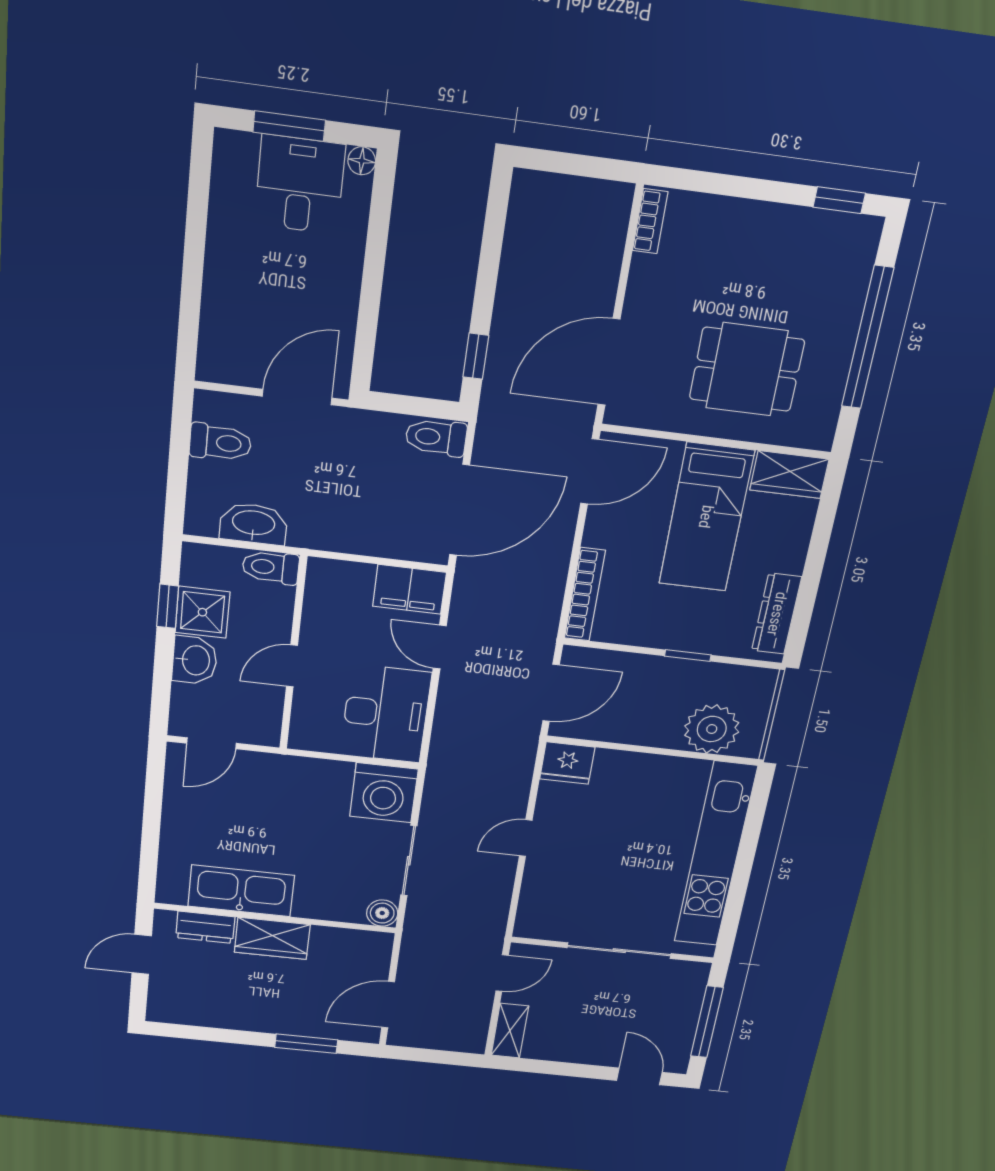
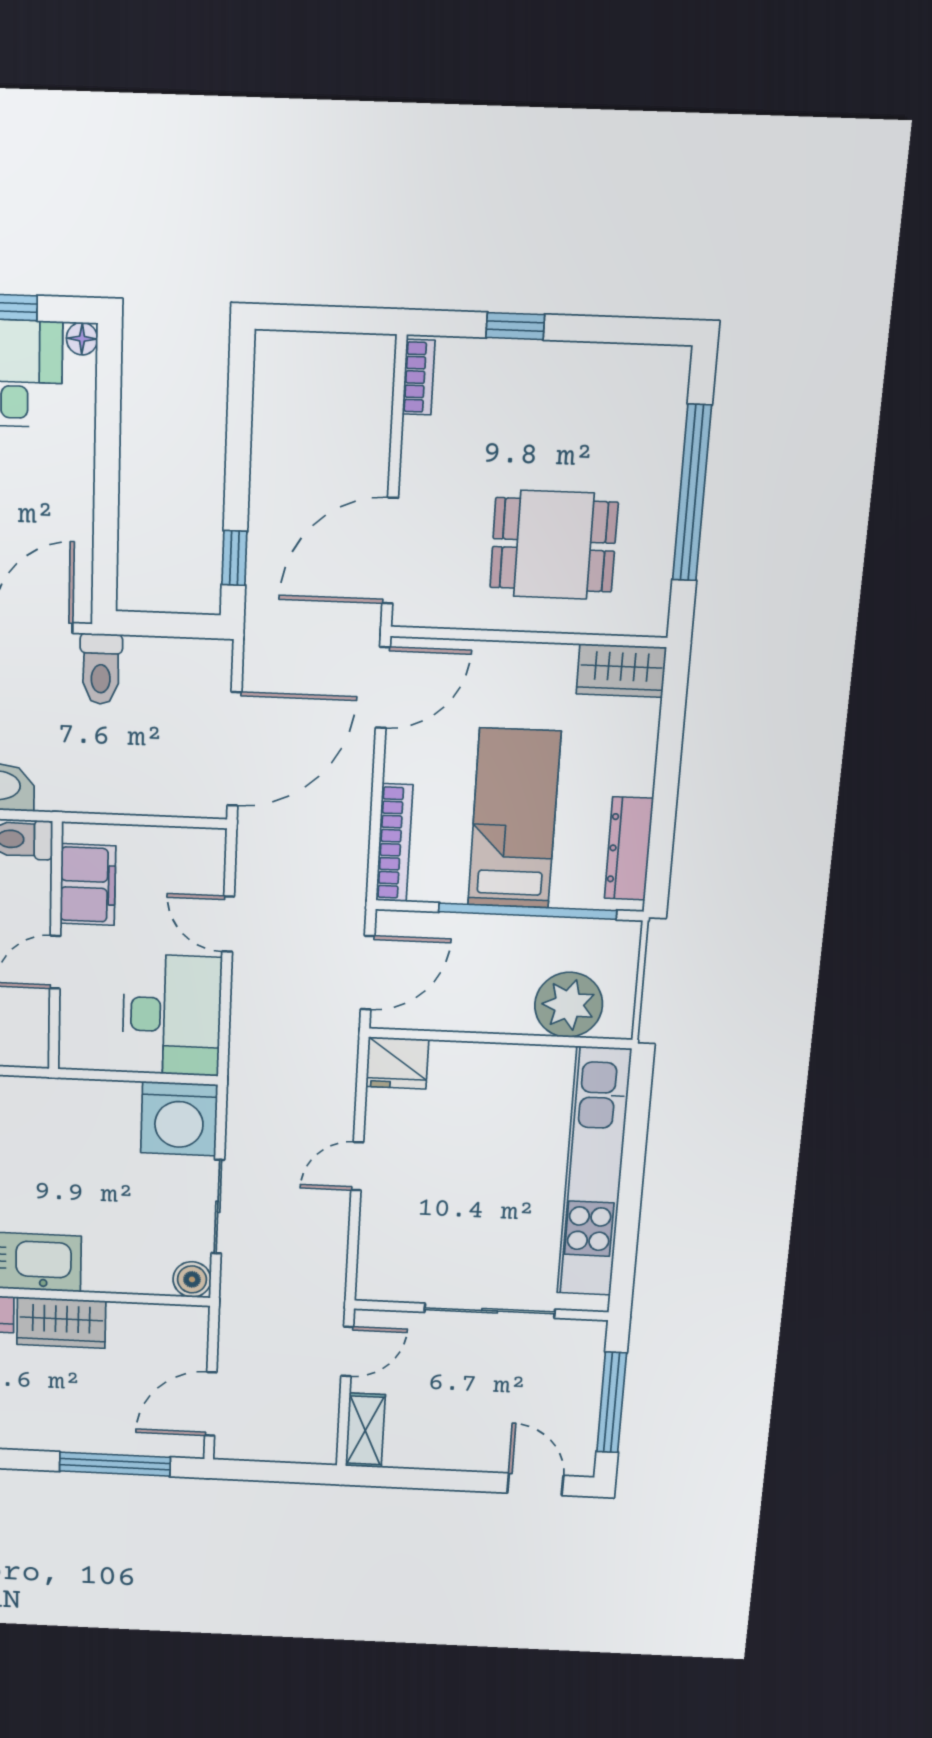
window: (839, 200) -> (515, 326), moved
toilet: (436, 437) -> (101, 669), moved, turned -90
bed: (706, 517) -> (514, 819), moved, turned 180
filing cabinet: (409, 589) -> (88, 885), moved, turned -90
window: (688, 655) -> (528, 911), width x3.17
window: (306, 1044) -> (115, 1464), width x1.44

